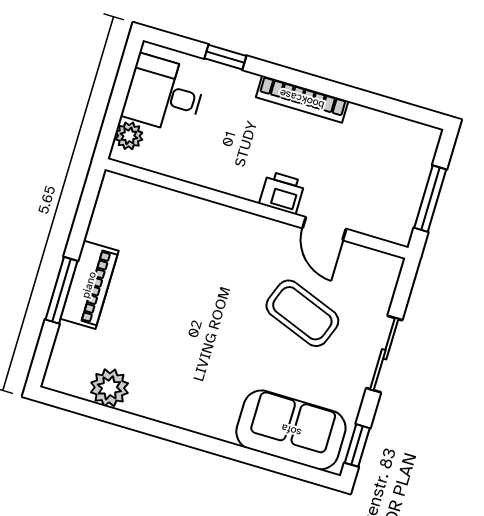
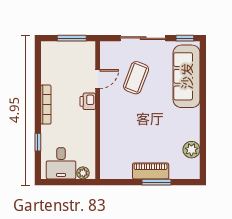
sliding door: (384, 354) -> (143, 38), width x1.37
sofa: (291, 430) -> (187, 76), width x1.36

